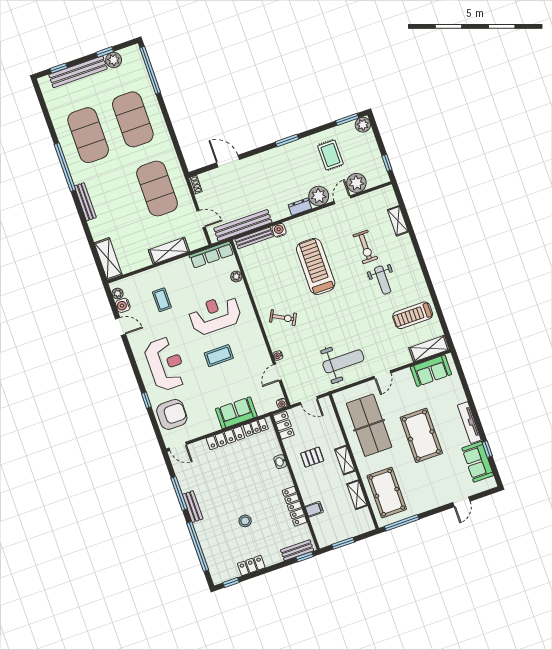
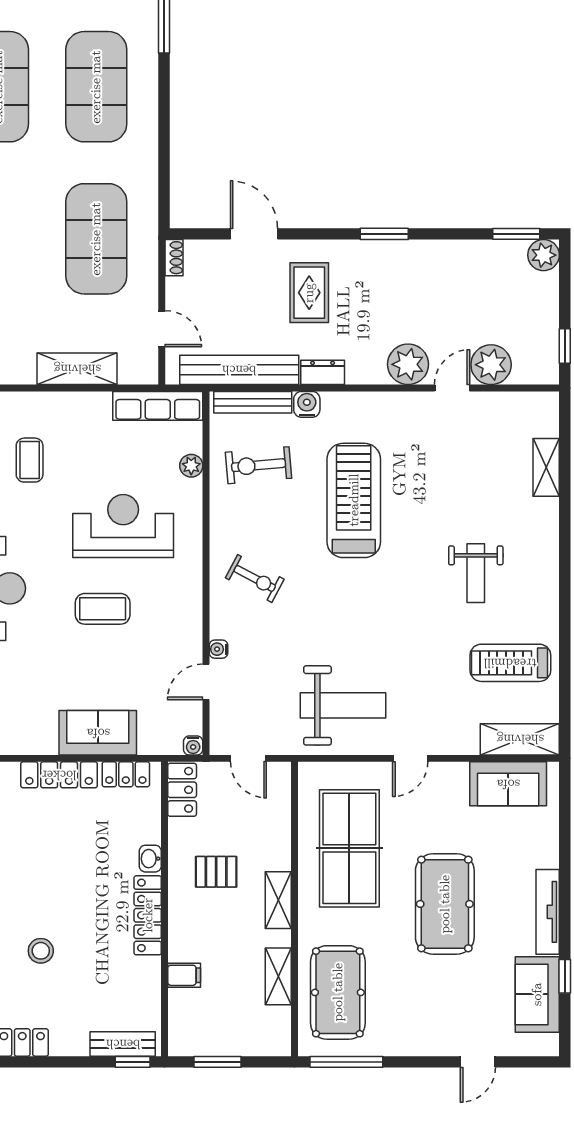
rug: (330, 155) -> (309, 293), moved
dresser: (300, 207) -> (323, 372), moved
exercise bike: (365, 247) -> (259, 465), moved, turned 85
locker: (295, 506) -> (148, 915), moved

